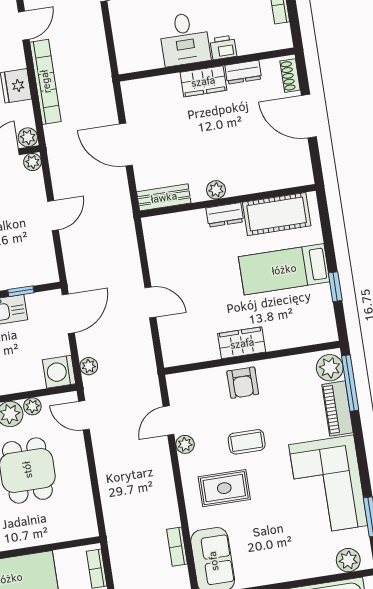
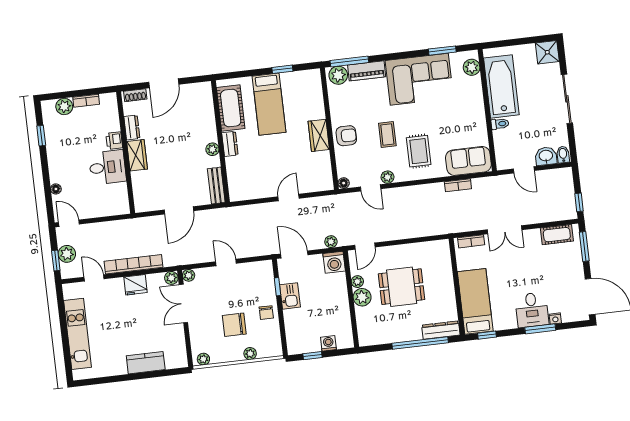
floor lamp: (174, 381) -> (344, 183), added

